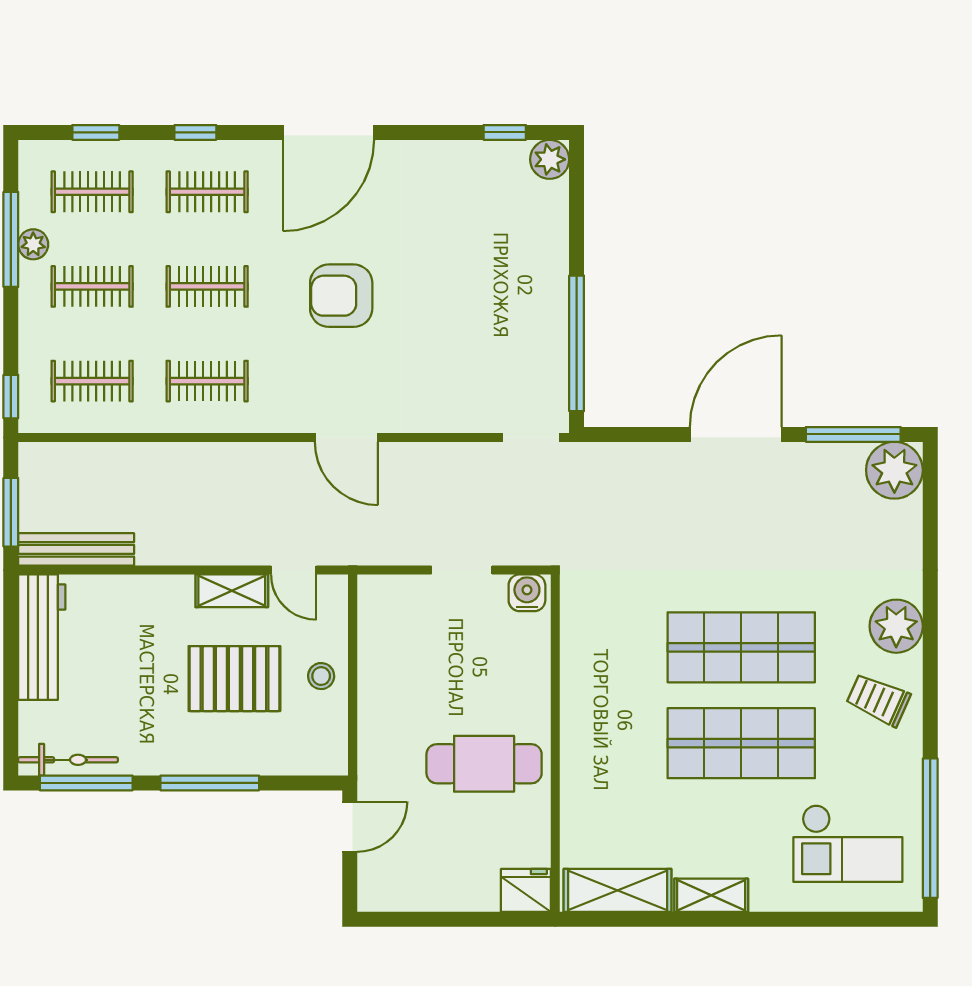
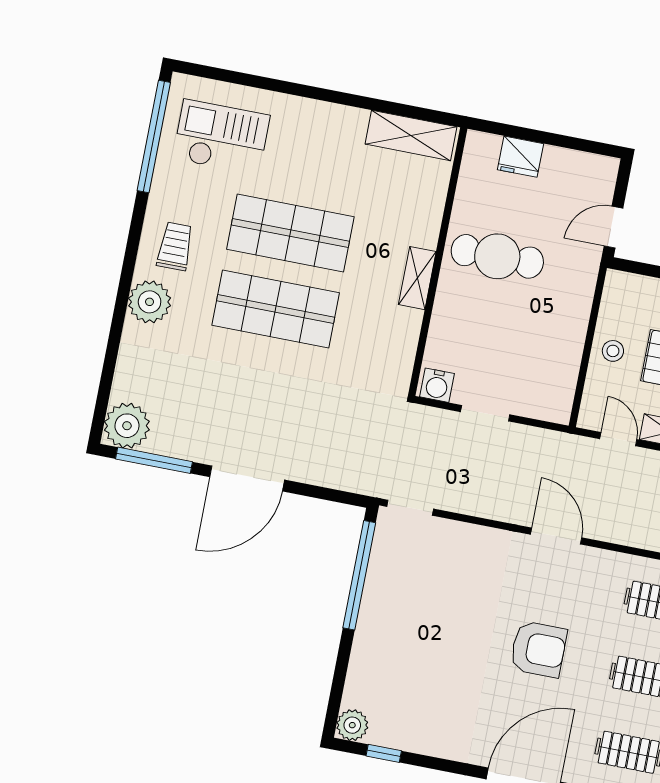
trolley: (878, 700) -> (175, 246), turned -114
fridge: (526, 890) -> (521, 157), moved
shelving: (711, 895) -> (417, 278), moved, turned 90

